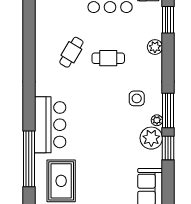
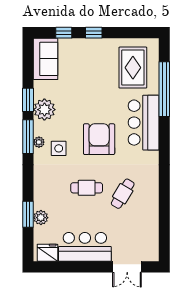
window: (168, 20) -> (28, 214), moved
plant: (155, 47) -> (41, 218), moved
armchair: (96, 108) -> (99, 139), added
plant: (157, 120) -> (39, 142), moved

